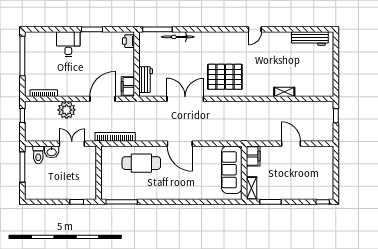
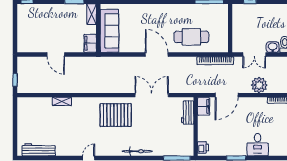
bicycle: (178, 37) -> (137, 151), moved
double door: (185, 99) -> (152, 95), swing flipped

